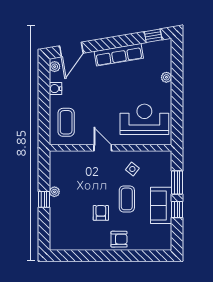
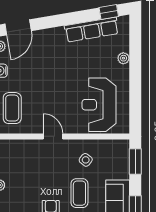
row of seats: (119, 55) -> (92, 30), moved
reception desk: (144, 119) -> (99, 105), turned -90
window: (177, 183) -> (135, 162), moved

